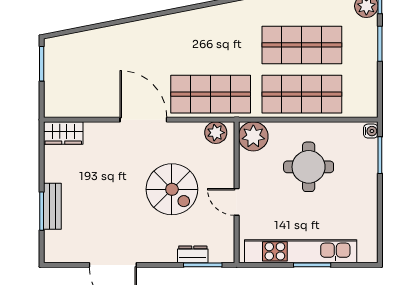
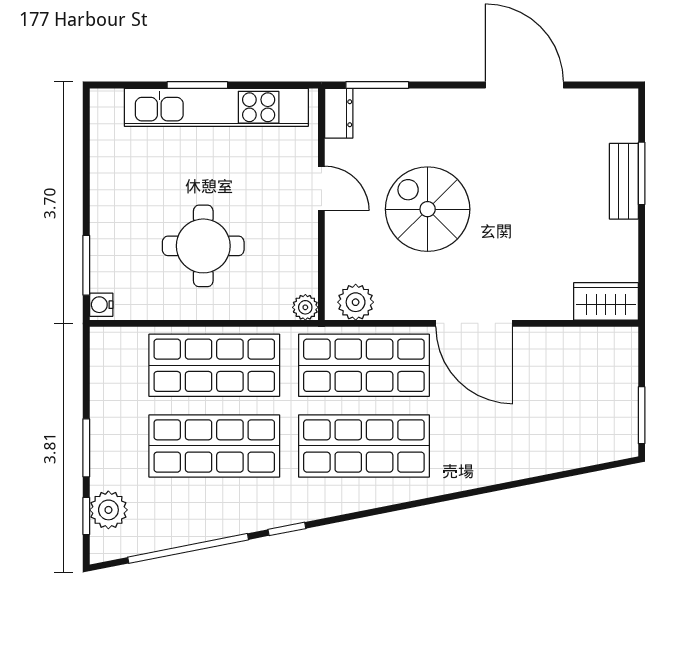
shop shelf: (211, 45) -> (364, 446), added
plant: (253, 136) -> (305, 307), width x0.53, depth x0.53
dresser: (193, 254) -> (339, 113), moved, turned -90

